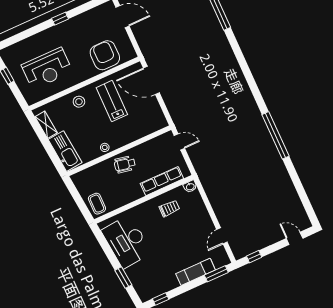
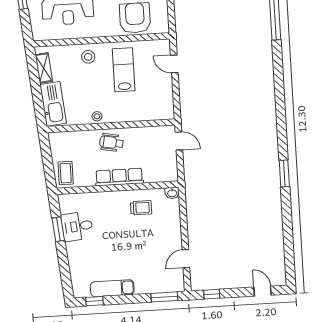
door: (151, 80) -> (174, 64), width x0.53
window: (276, 135) -> (284, 173), width x0.47
row of seats: (162, 181) -> (119, 177), moved
desk: (126, 242) -> (77, 226), width x0.53, depth x0.77
exam couch: (196, 272) -> (112, 288), moved
window: (123, 278) -> (58, 229), moved

